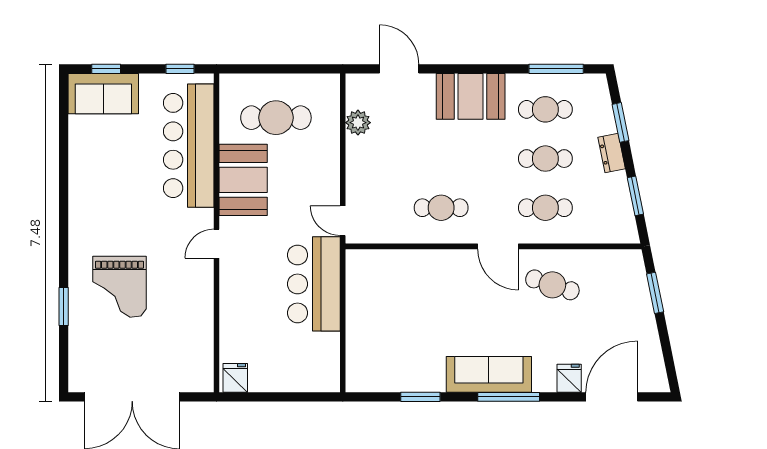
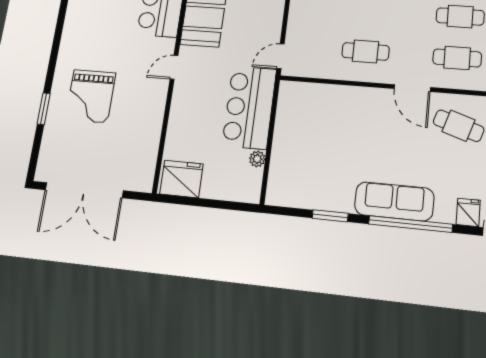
door: (343, 221) -> (281, 56), hinge flipped
plant: (331, 342) -> (257, 159), added
fridge: (235, 378) -> (181, 179), width x1.88, depth x1.34
window: (509, 397) -> (410, 224), width x1.46

